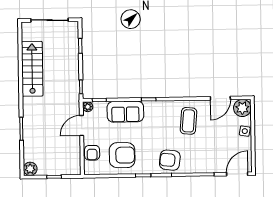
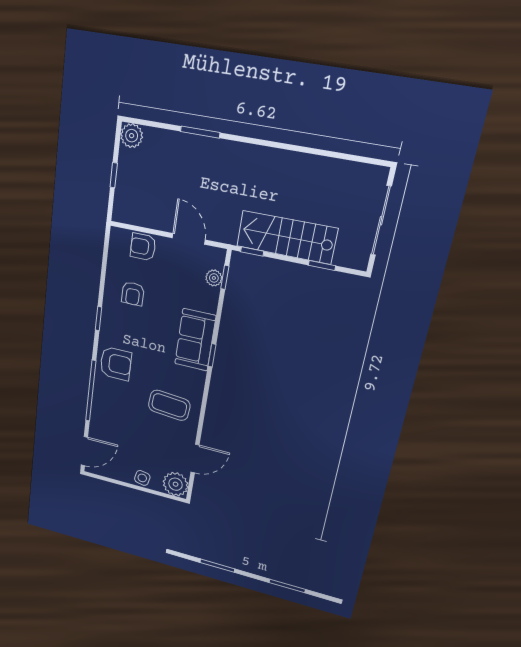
stairs: (32, 69) -> (287, 237), moved, turned 180
door: (220, 98) -> (195, 459), swing flipped
plant: (88, 107) -> (214, 278), moved
sofa: (125, 112) -> (195, 340), moved
armchair: (122, 155) -> (133, 294), width x0.53, depth x0.53
armchair: (170, 160) -> (116, 364), turned 83
door: (237, 174) -> (84, 451), hinge flipped

